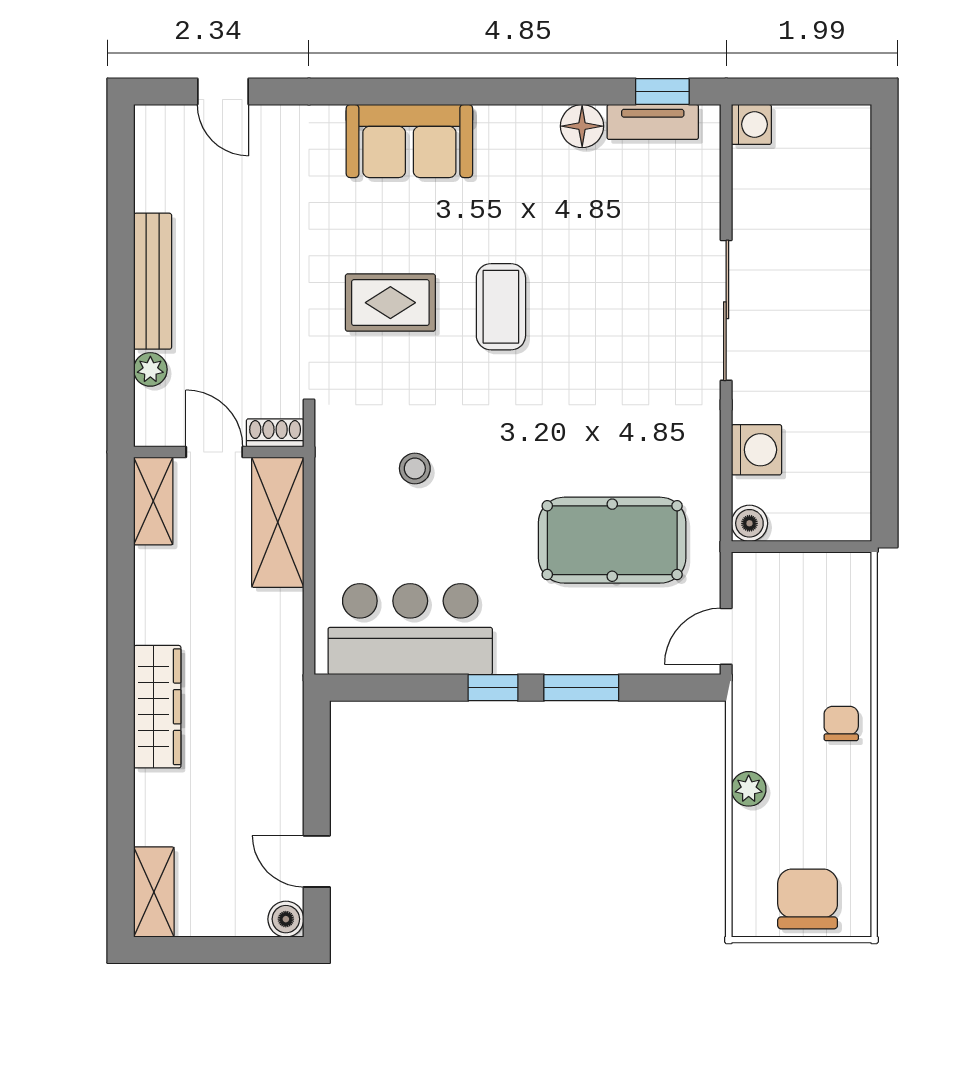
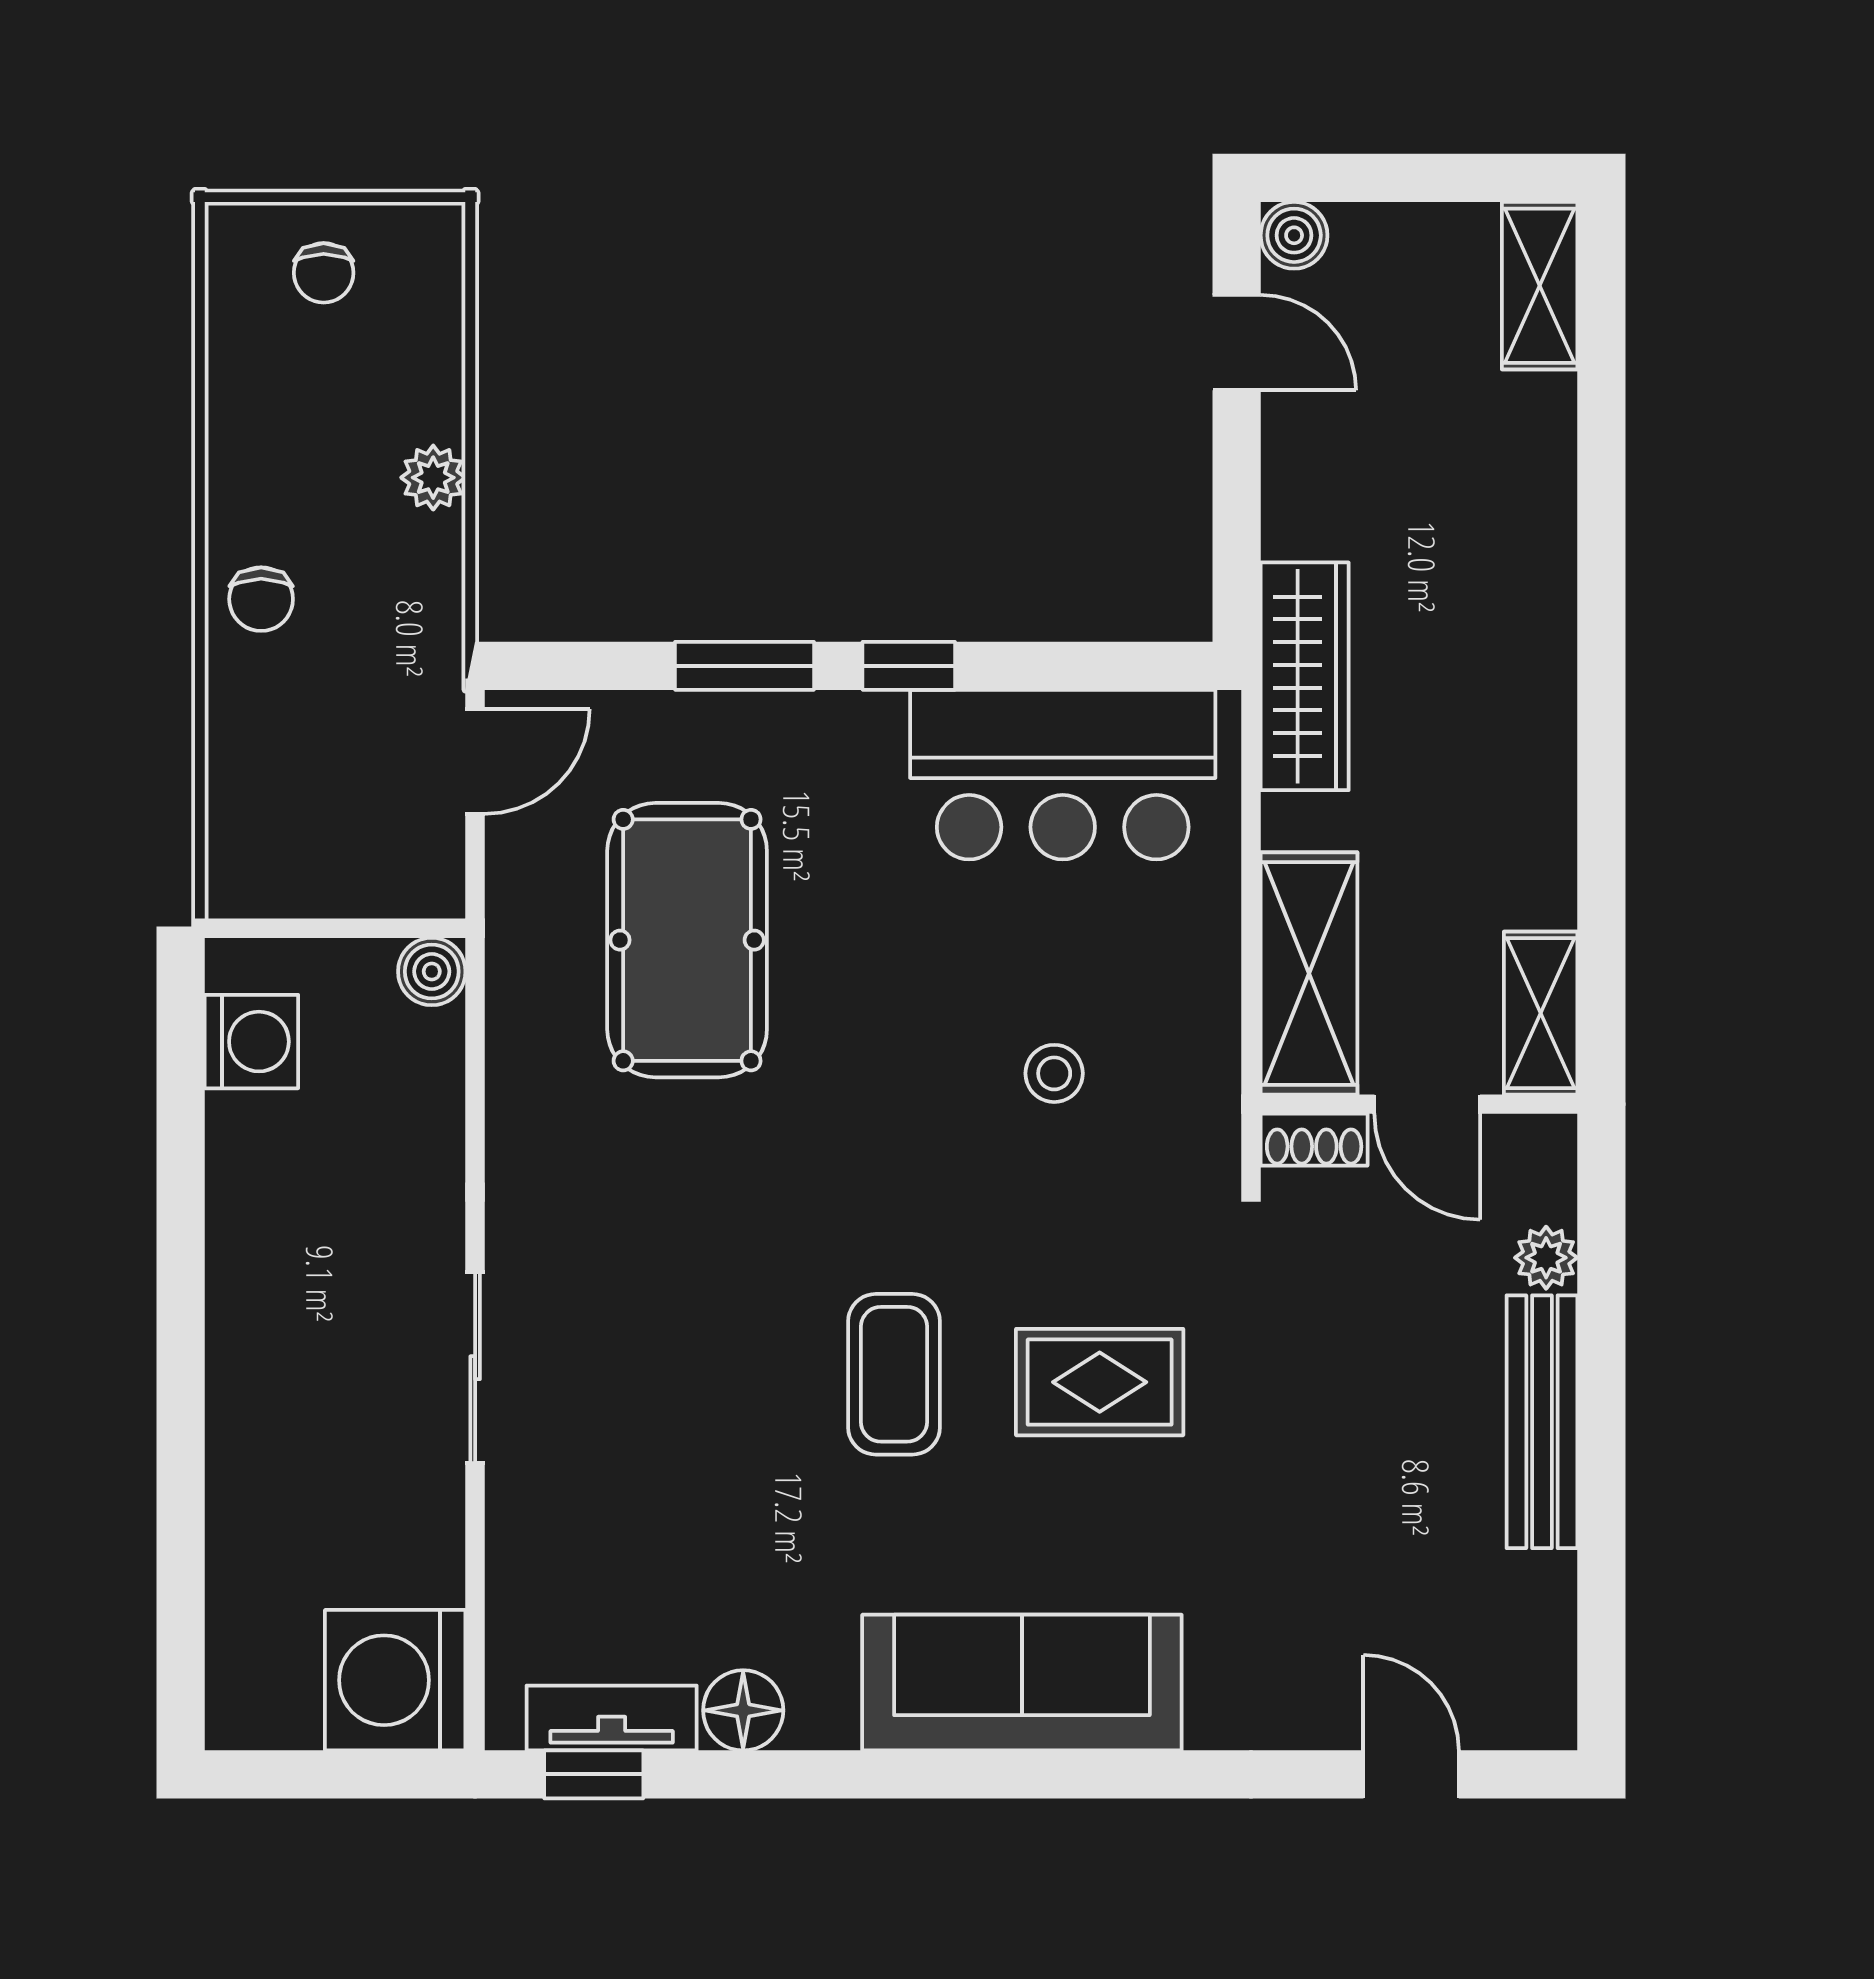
washing machine: (751, 124) -> (395, 1680), width x1.89, depth x1.89
sofa: (409, 141) -> (1022, 1683), width x1.36
sliding door: (726, 310) -> (475, 1368), width x0.73
washing machine: (756, 450) -> (251, 1042), moved, turned 180
pool table: (612, 540) -> (687, 940), turned 90
wardrobe: (157, 707) -> (1305, 676), moved, turned 180
chair: (808, 899) -> (324, 273), width x0.54, depth x0.54

